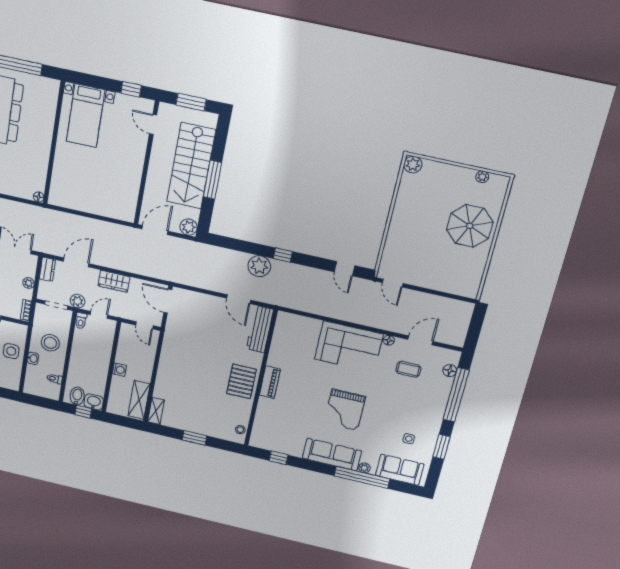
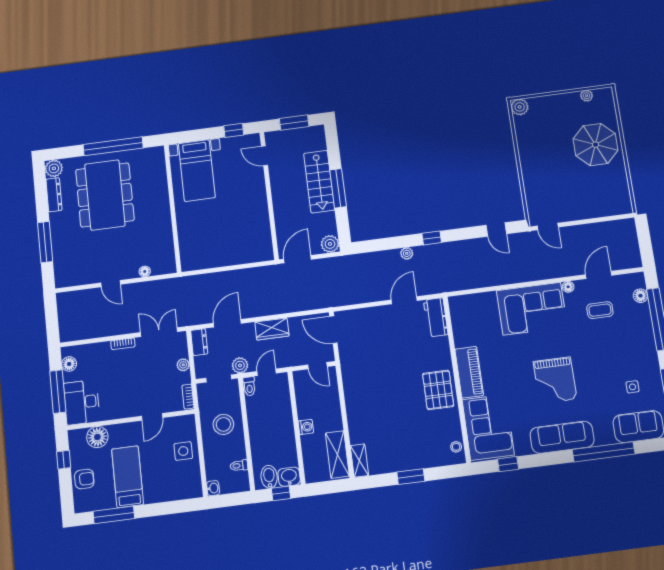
stairs: (191, 166) -> (319, 182), width x0.73, depth x0.66
floor lamp: (39, 197) -> (145, 271), moved
plant: (259, 266) -> (407, 253), width x0.53, depth x0.53
door: (239, 299) -> (404, 300), swing flipped
workbench: (260, 329) -> (436, 317), width x0.73
washbasin: (33, 358) -> (213, 488), moved
piano: (270, 382) -> (469, 372), width x1.37, depth x1.33
corner sofa: (273, 425) -> (488, 427), added
plant: (364, 468) -> (602, 439), removed

